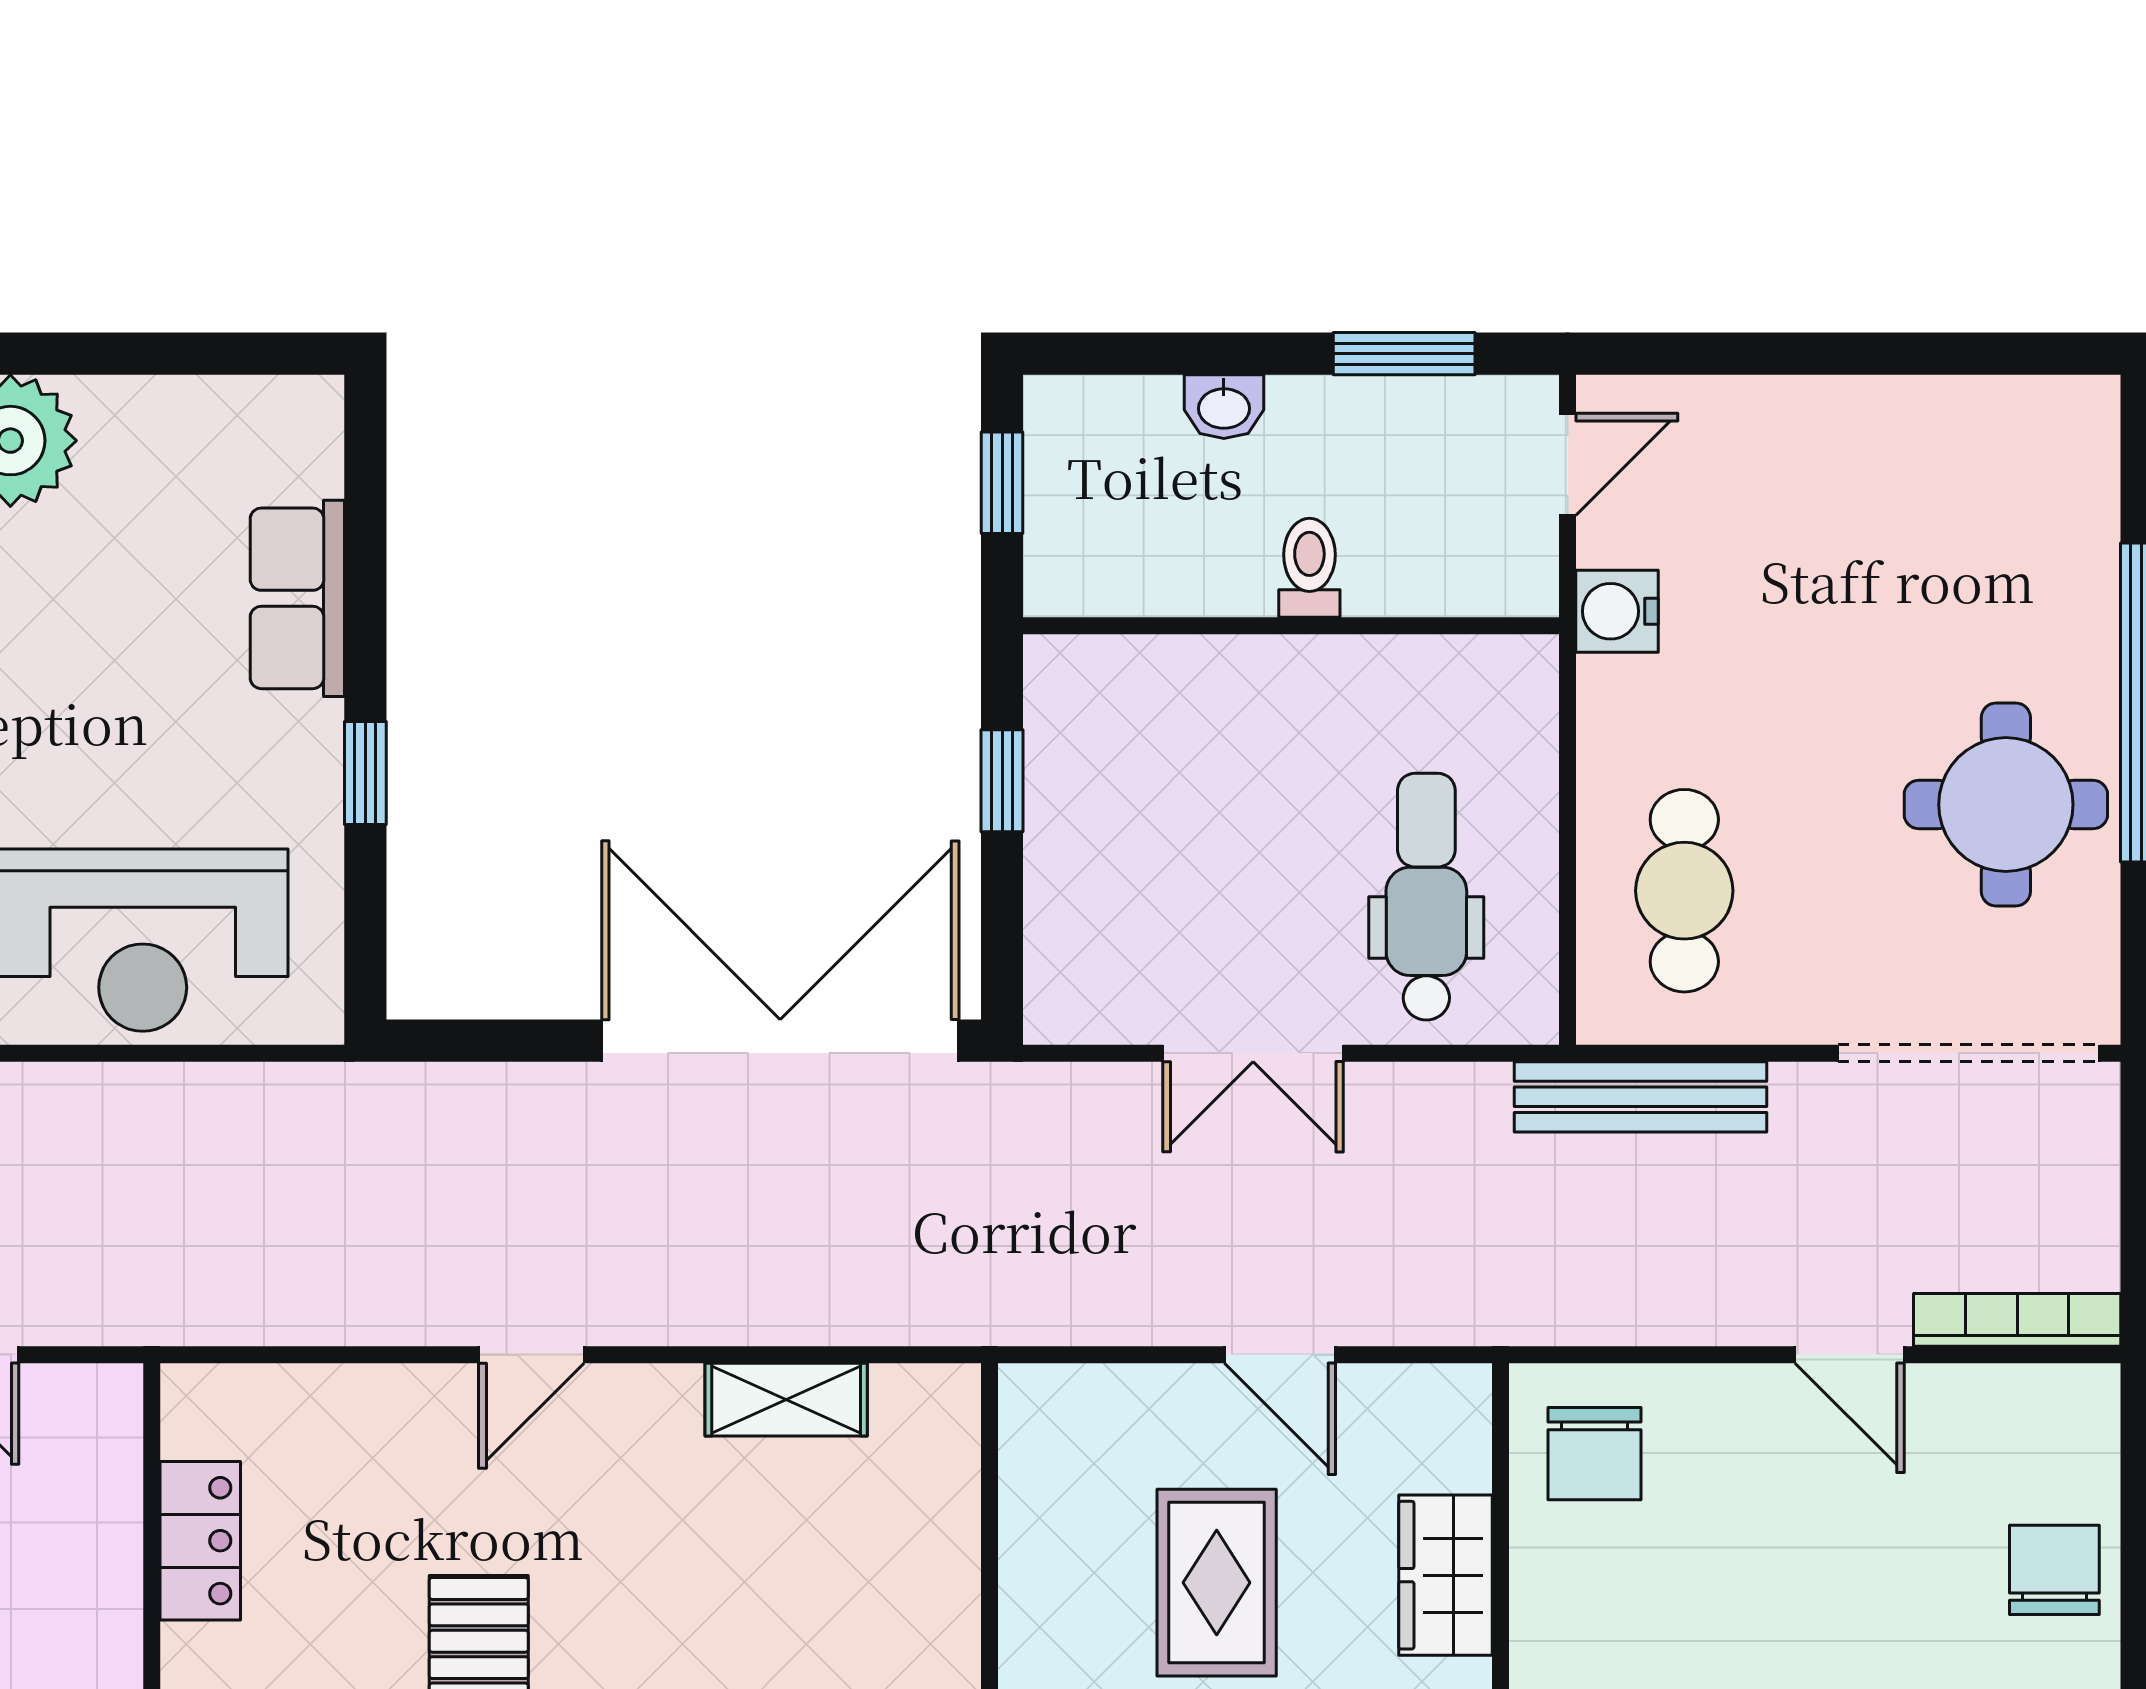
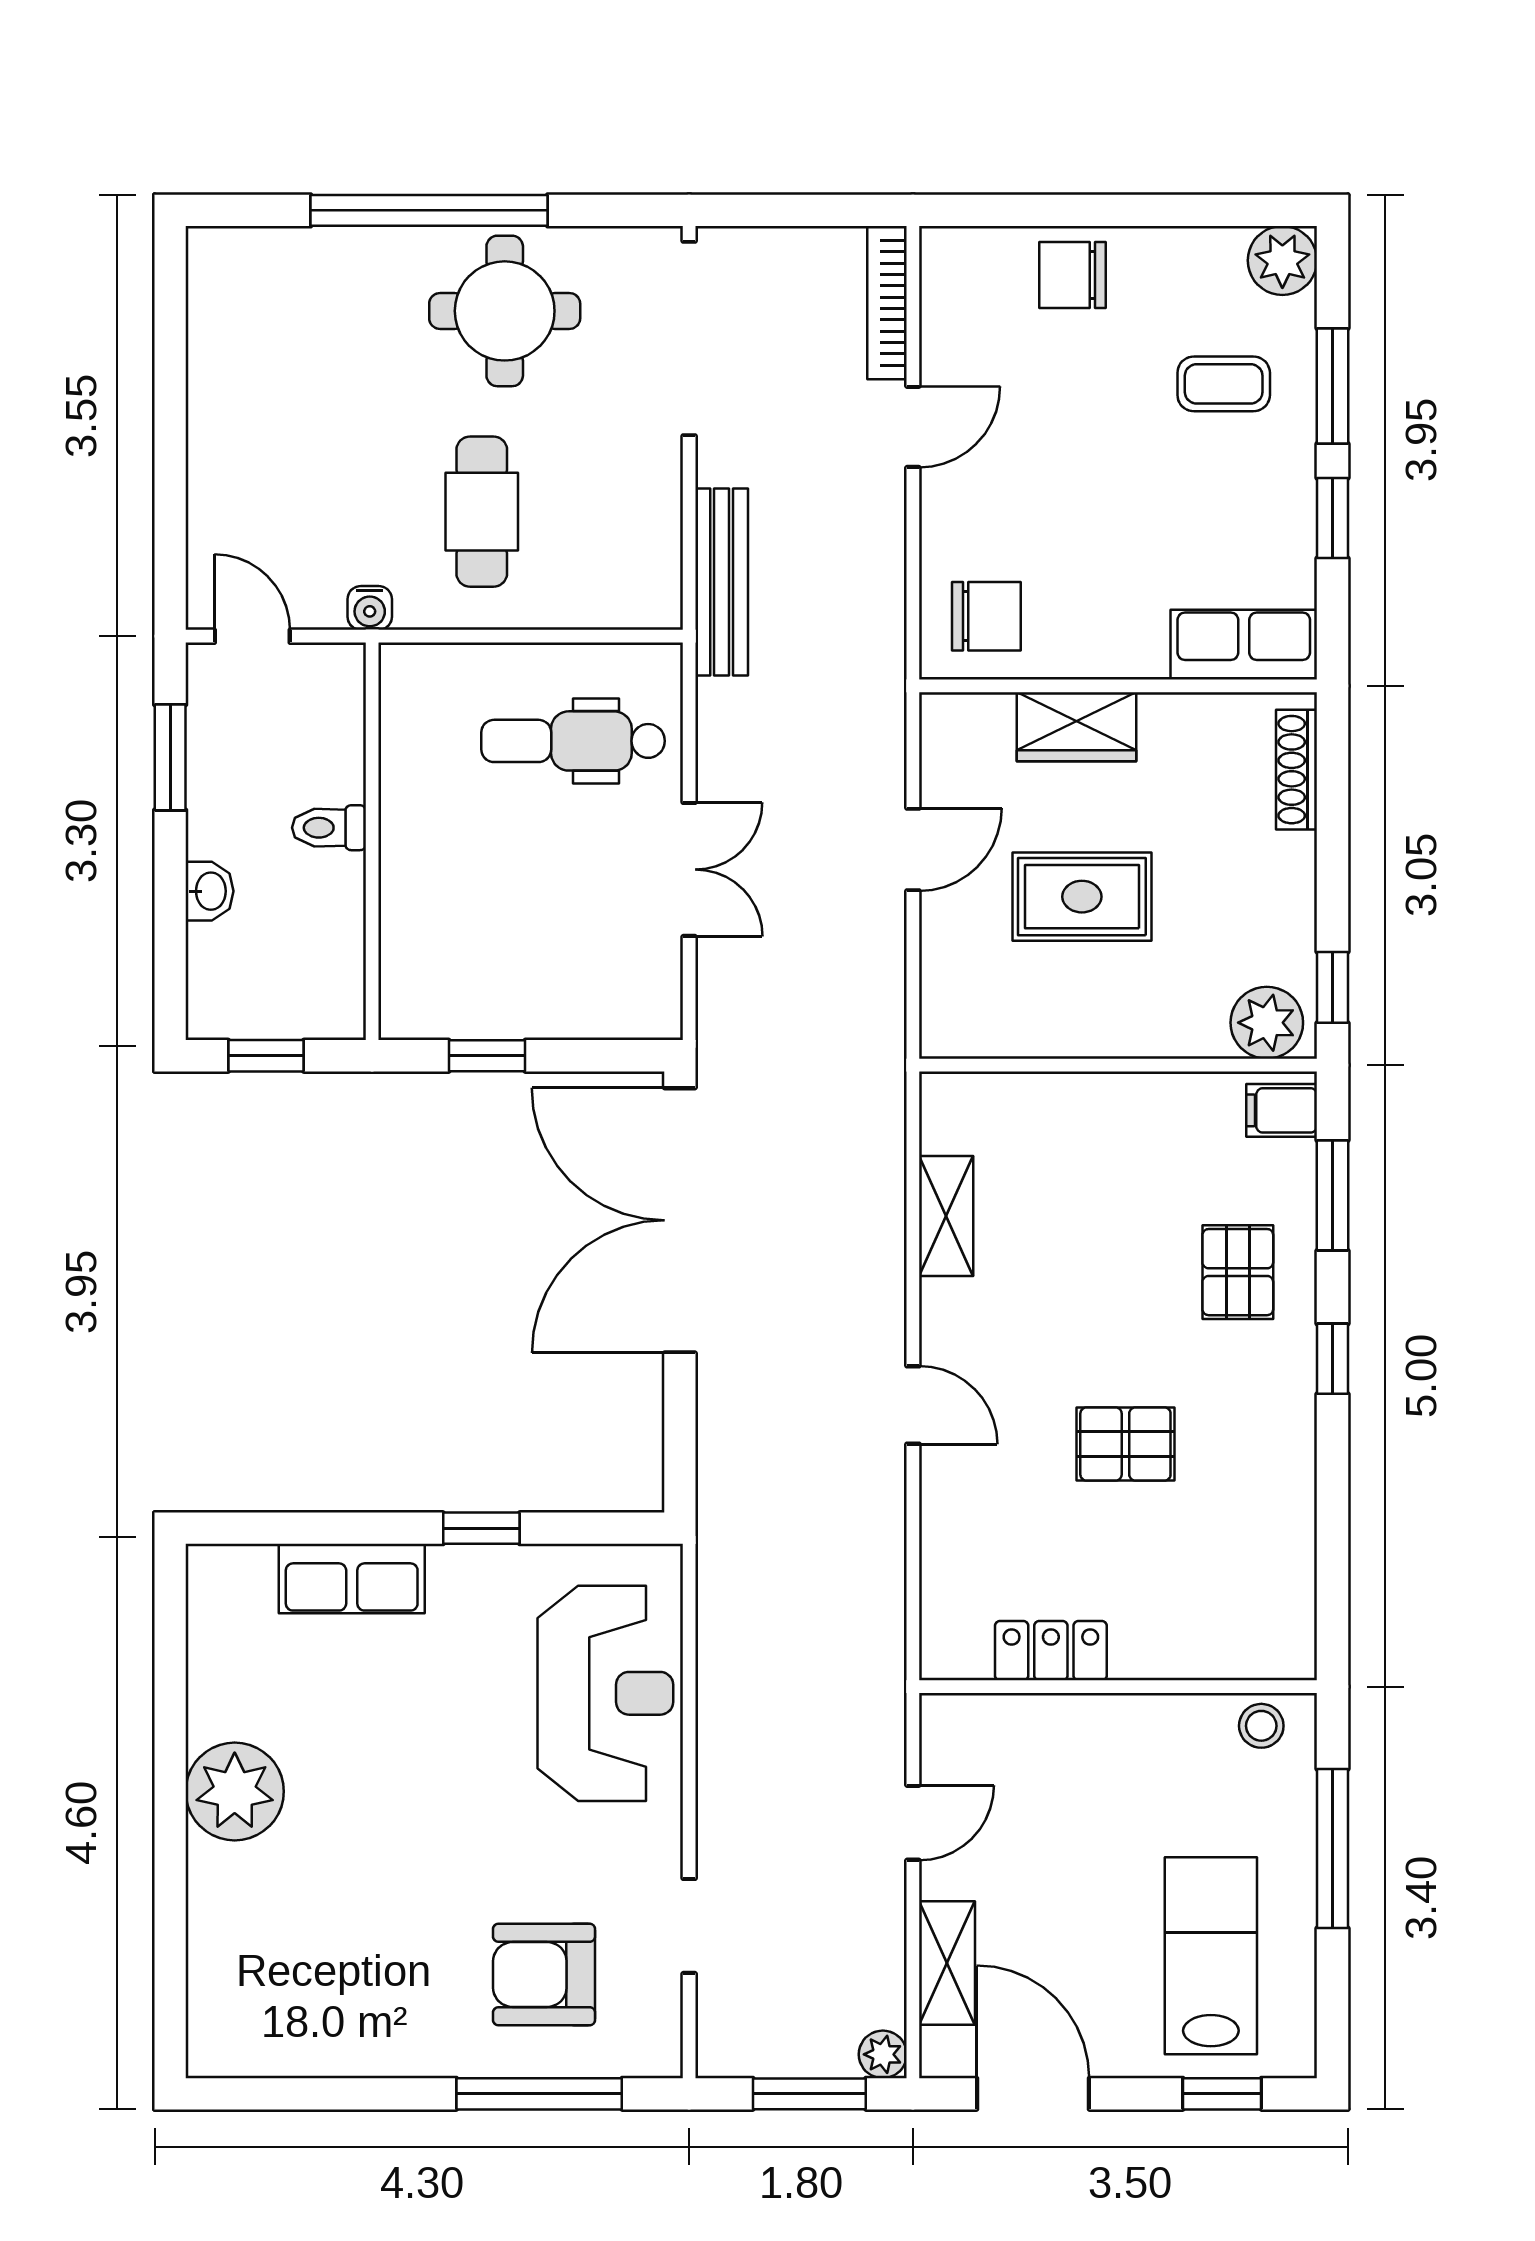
water cooler: (1617, 611) -> (370, 608), width x0.72, depth x0.72
cafe table: (1684, 891) -> (482, 512), moved, turned 90

